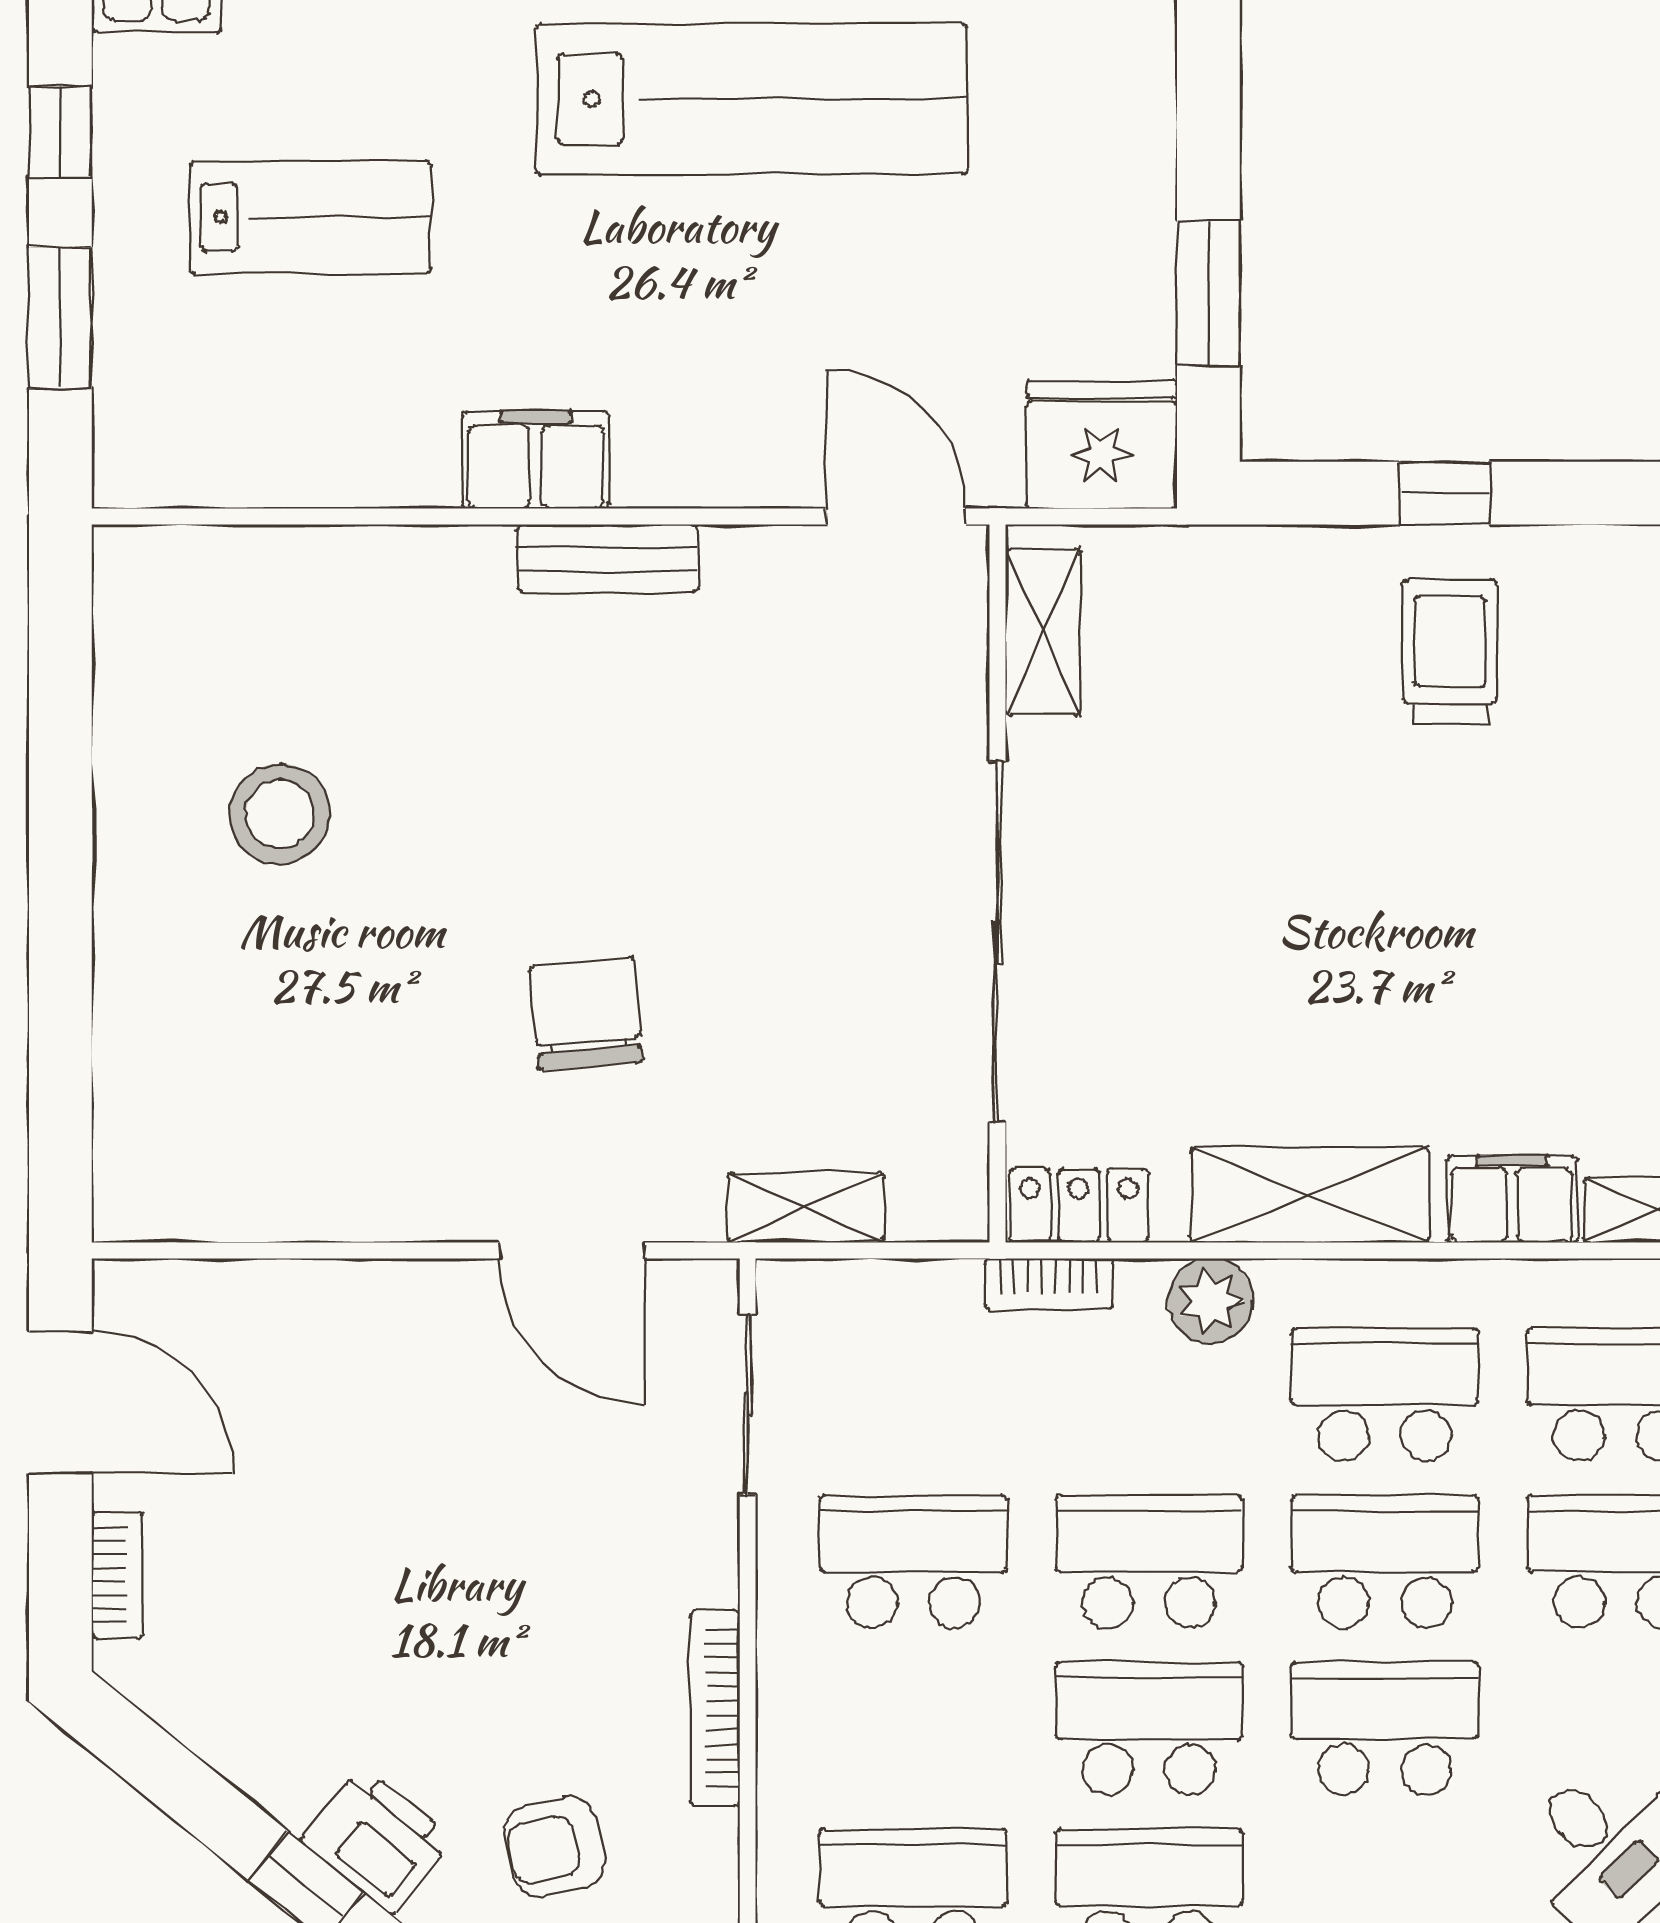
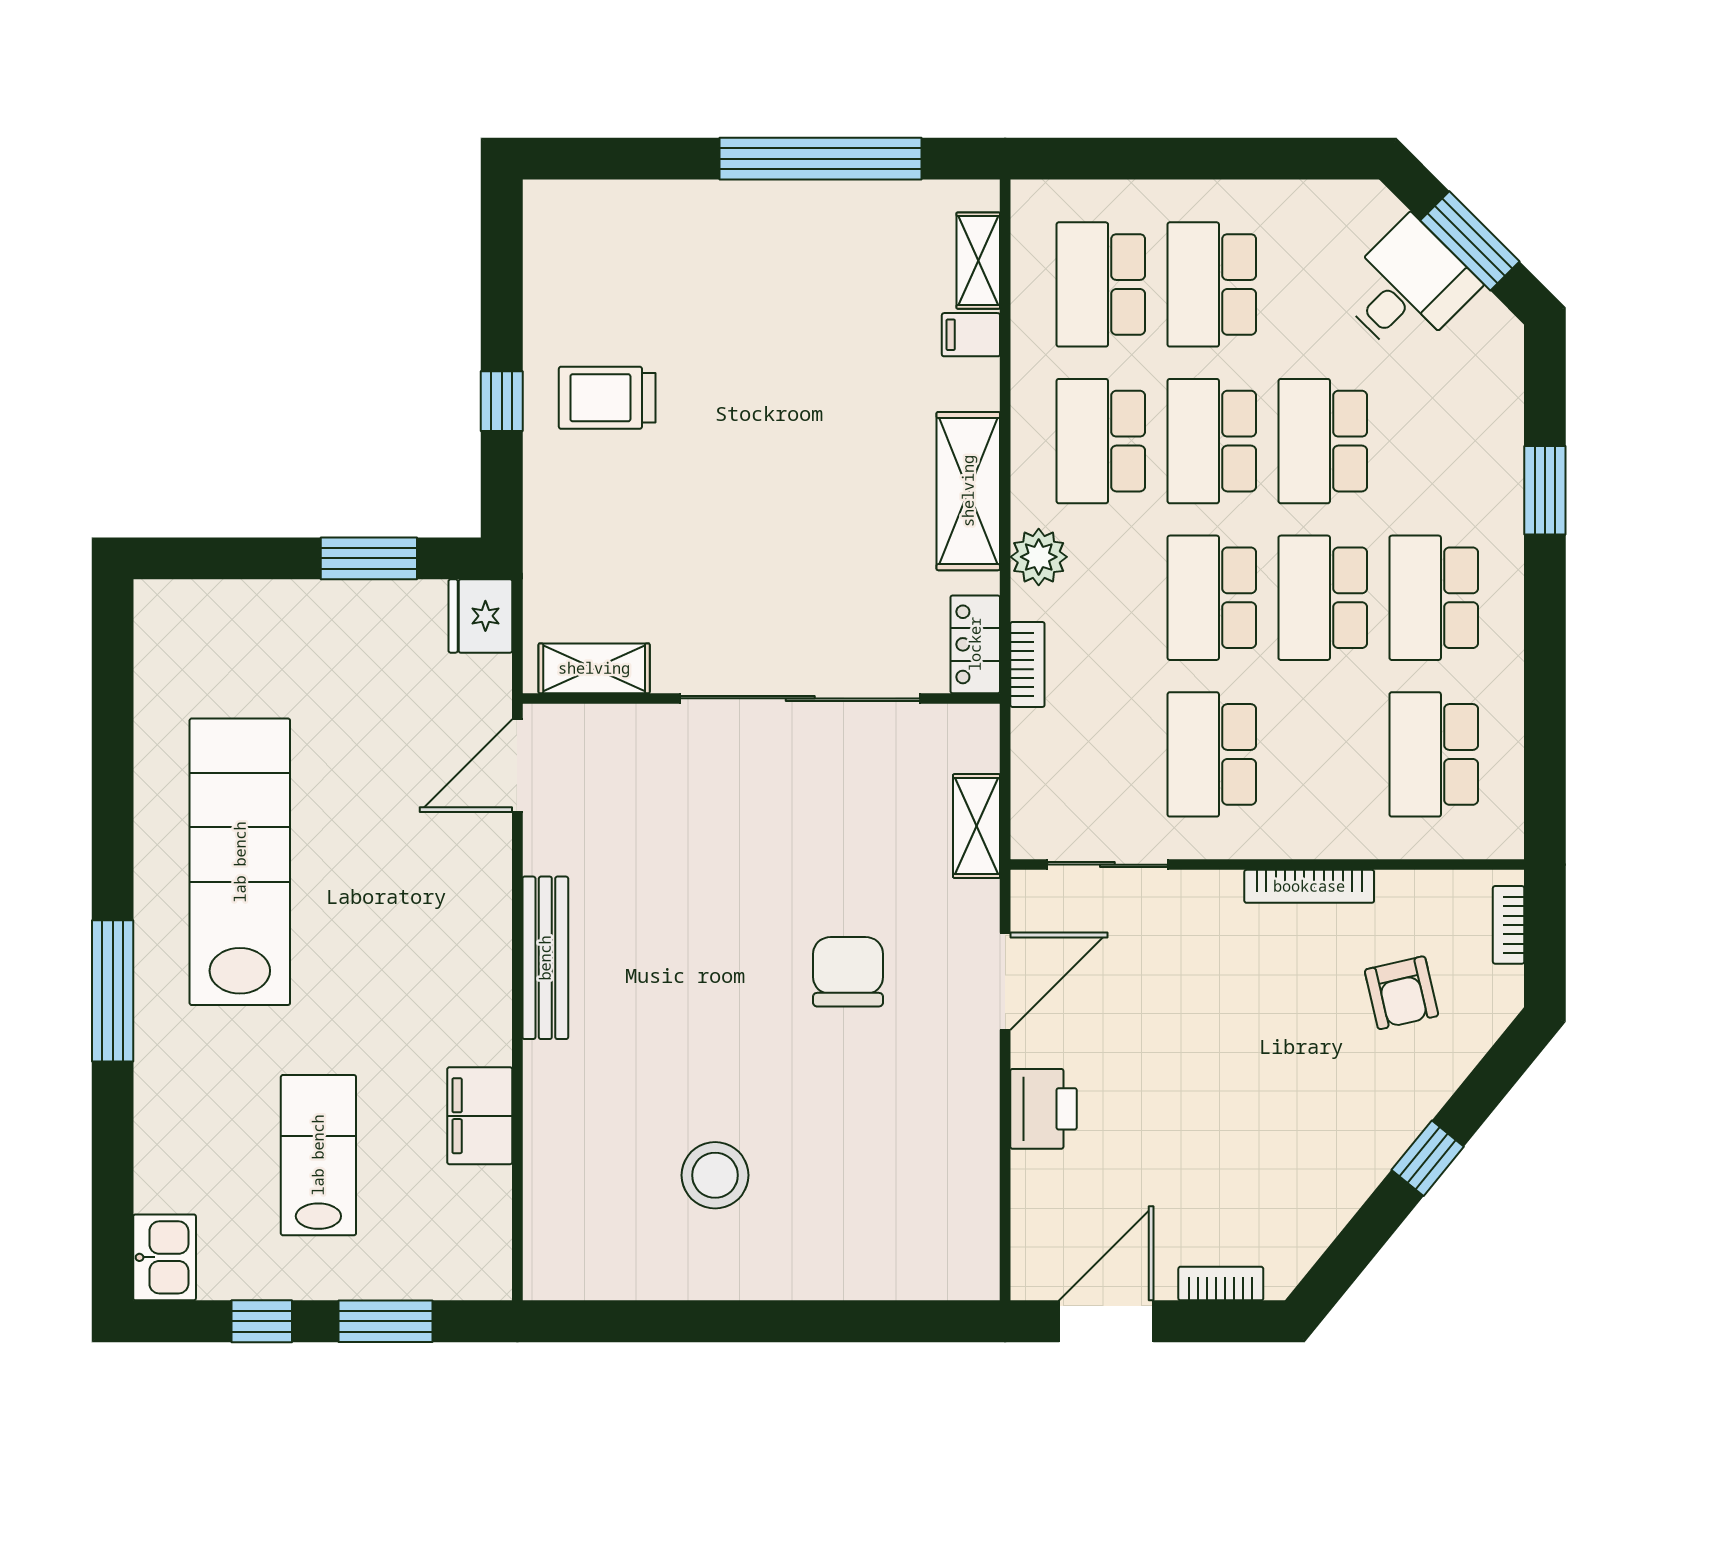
fridge: (1102, 445) -> (480, 616), width x0.73, depth x0.75
filing cabinet: (536, 460) -> (480, 1116), moved
bench: (607, 559) -> (545, 958), width x1.36
chair: (586, 1014) -> (848, 972), turned 95
filing cabinet: (1512, 1199) -> (971, 335), width x0.50
printer: (377, 1840) -> (1043, 1109), moved, turned 141

